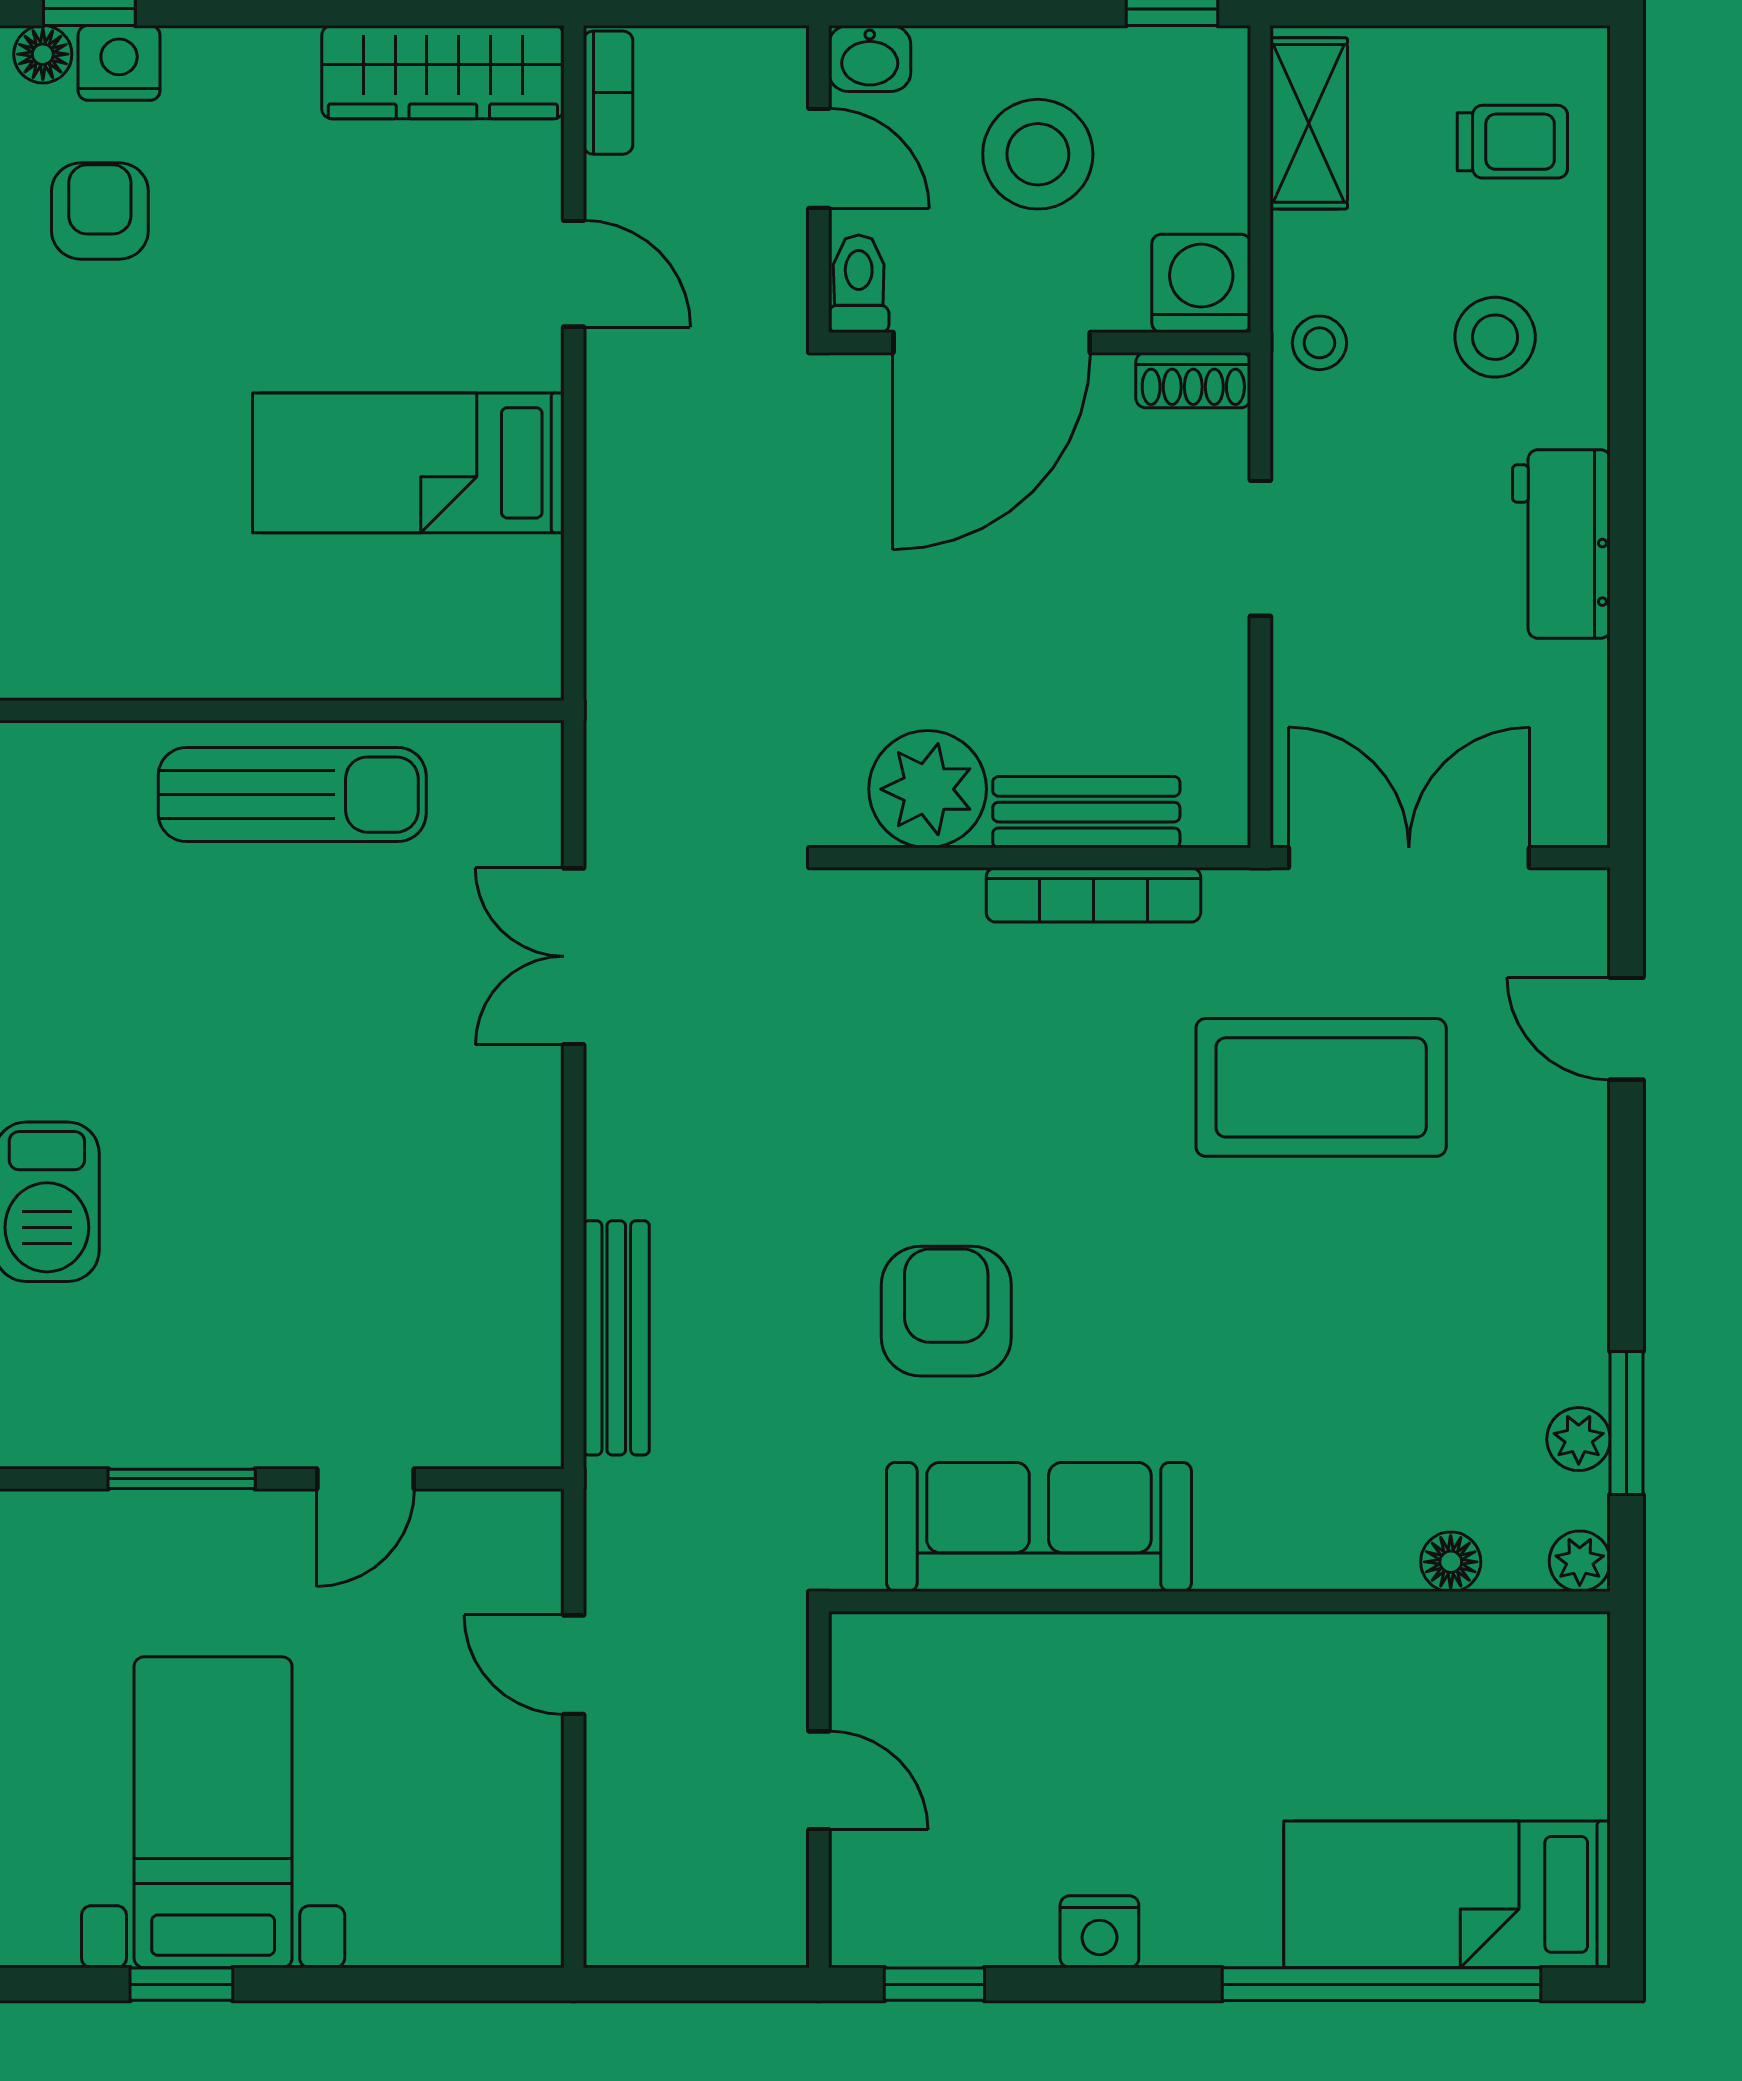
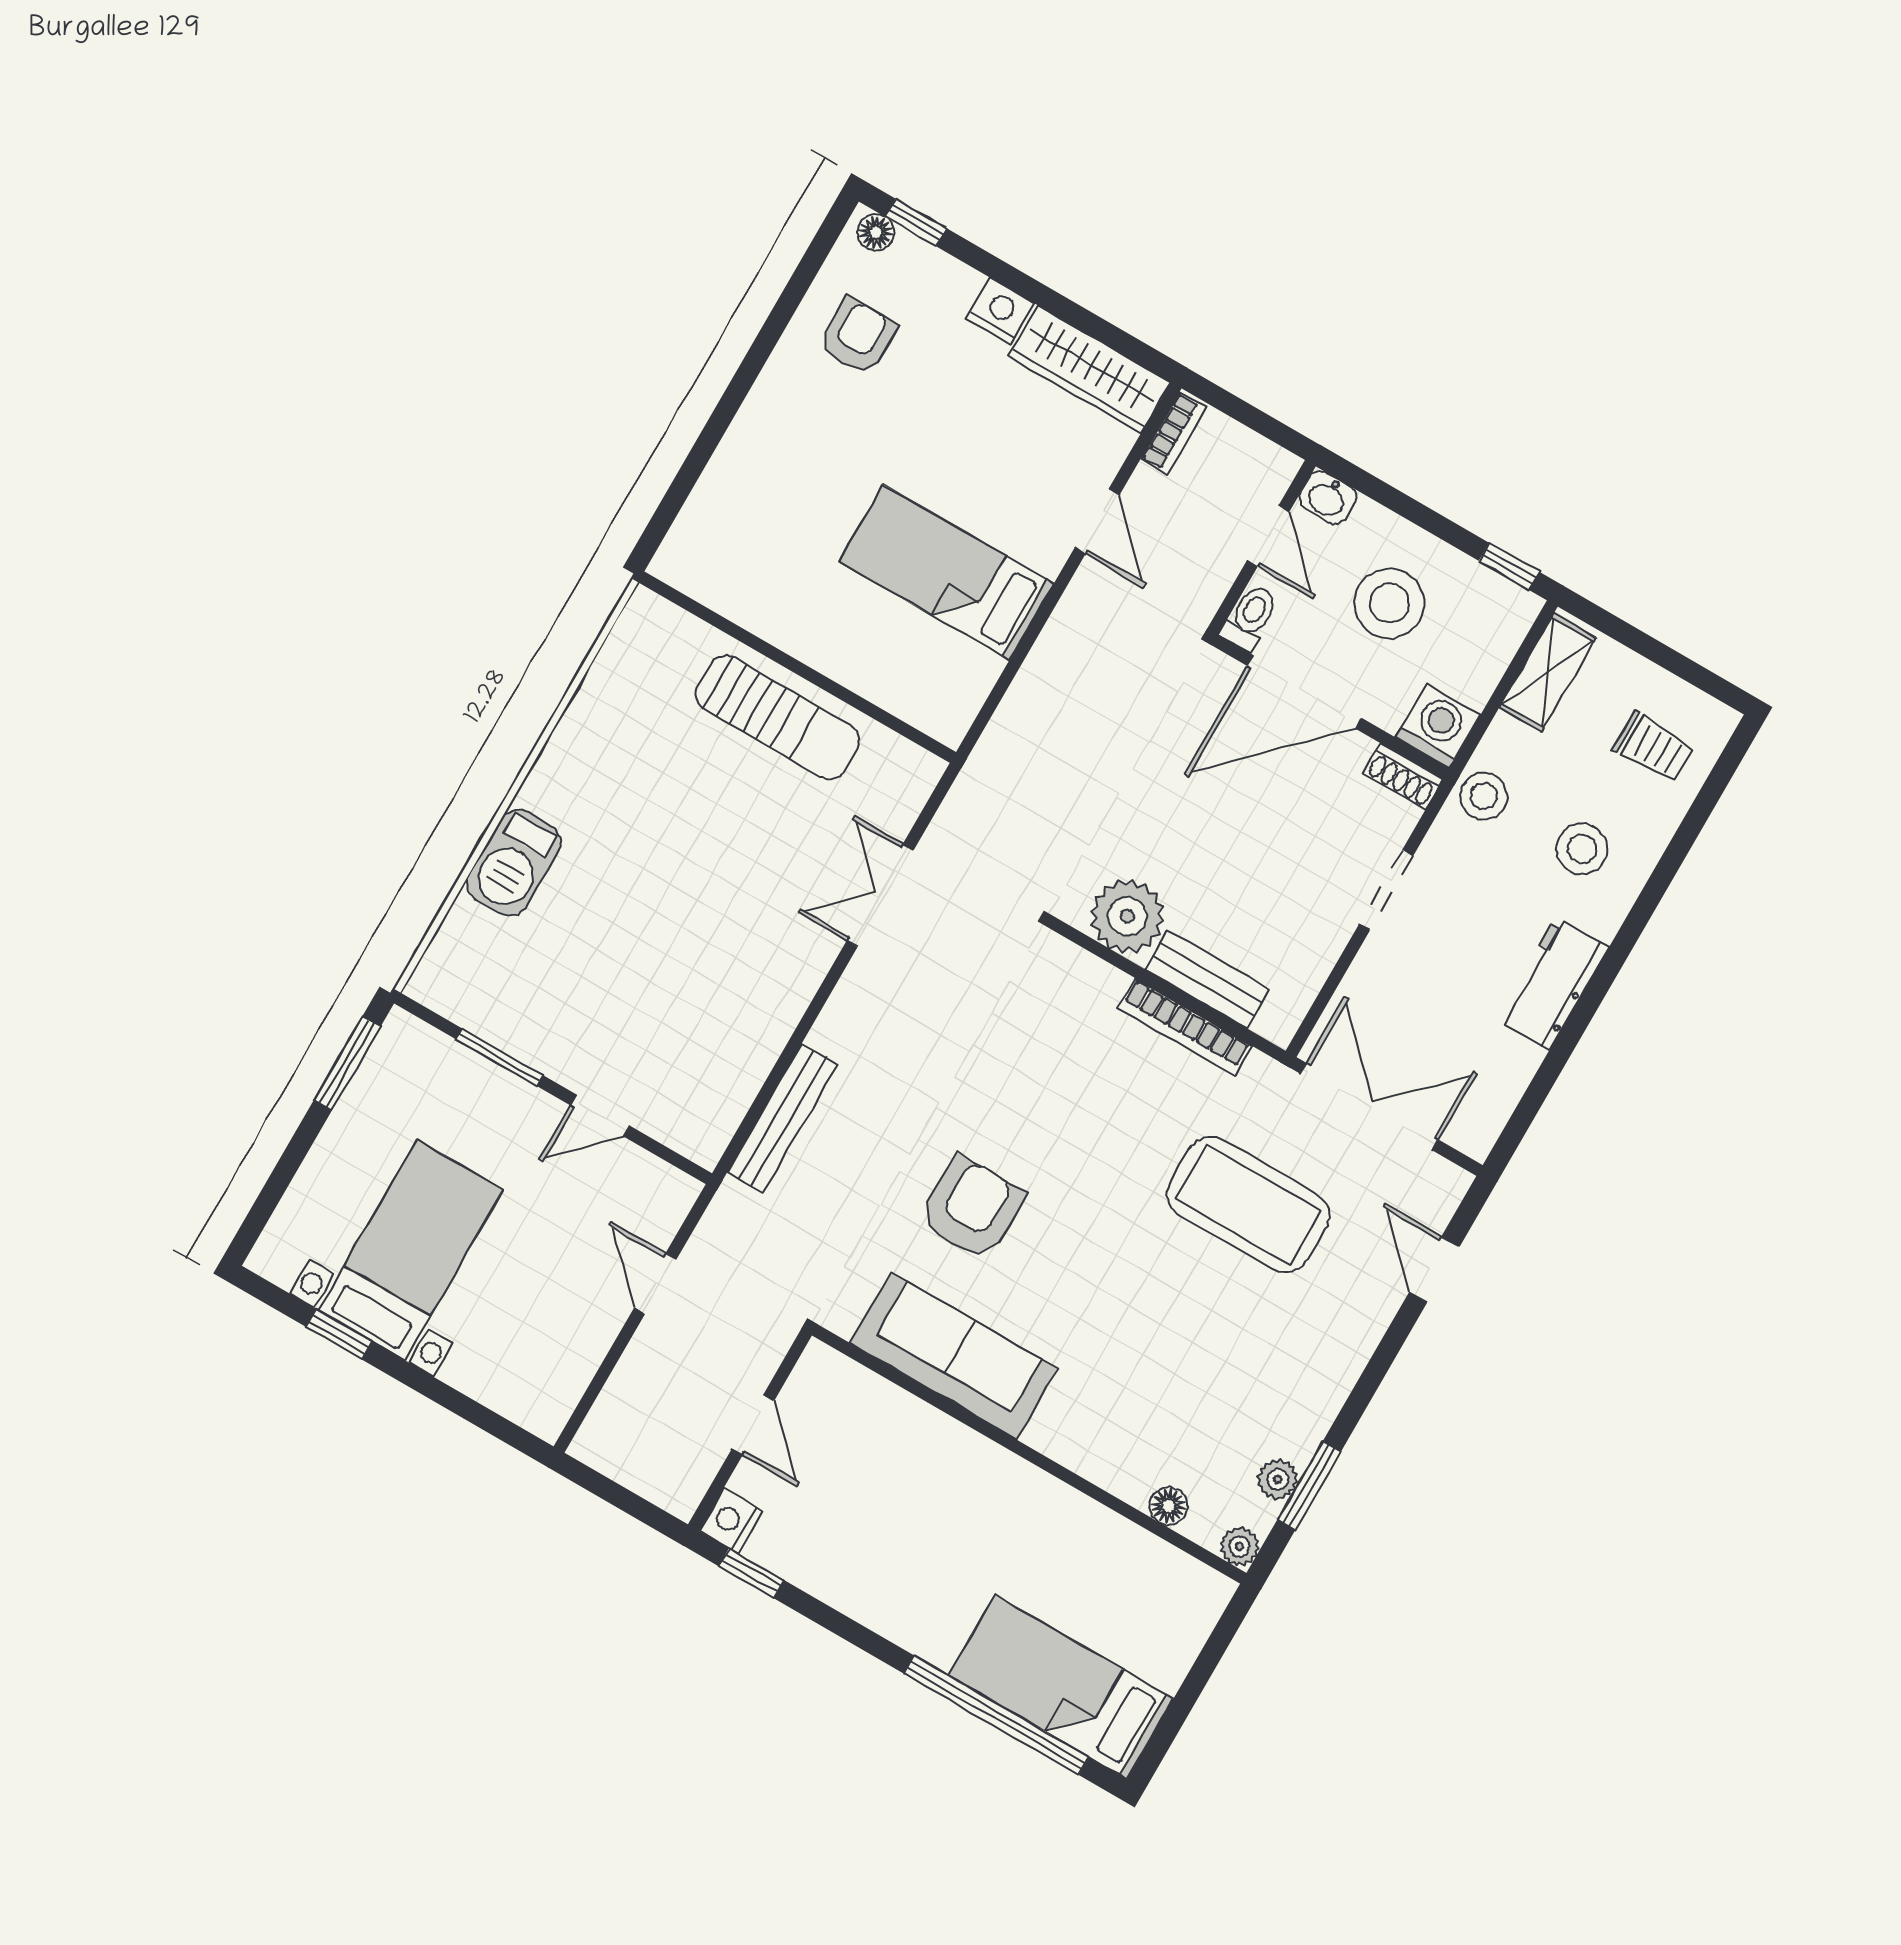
nightstand: (119, 63) -> (1000, 311), moved
stool: (1319, 343) -> (1484, 796), width x1.37, depth x1.37
nightstand: (1099, 1932) -> (731, 1521), moved, turned 90

